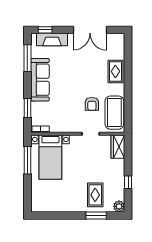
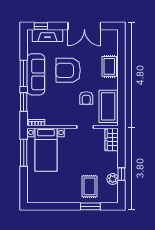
window: (27, 58) -> (24, 73), moved
armchair: (73, 75) -> (68, 70), added
plant: (119, 206) -> (113, 179), moved

